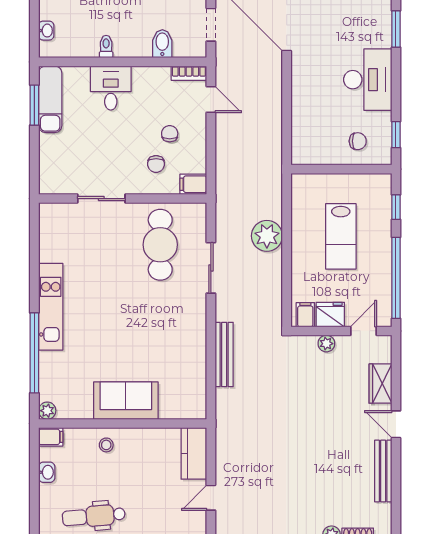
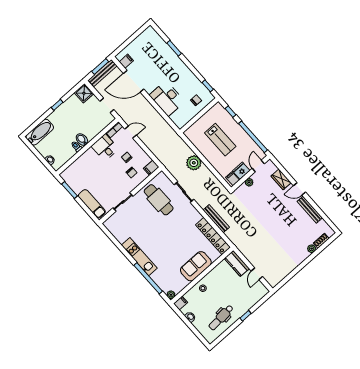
bidet: (162, 44) -> (82, 140), moved
desk: (368, 80) -> (167, 98), moved, turned 180
desk: (111, 88) -> (105, 148), moved
exam couch: (50, 99) -> (92, 204), moved
locker: (195, 377) -> (213, 236), added

